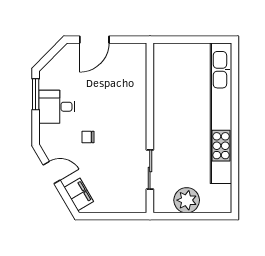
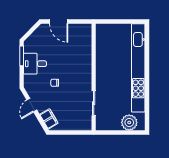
door: (94, 40) -> (59, 22), hinge flipped
door: (52, 172) -> (32, 105), swing flipped
plant: (187, 200) -> (129, 122), moved

